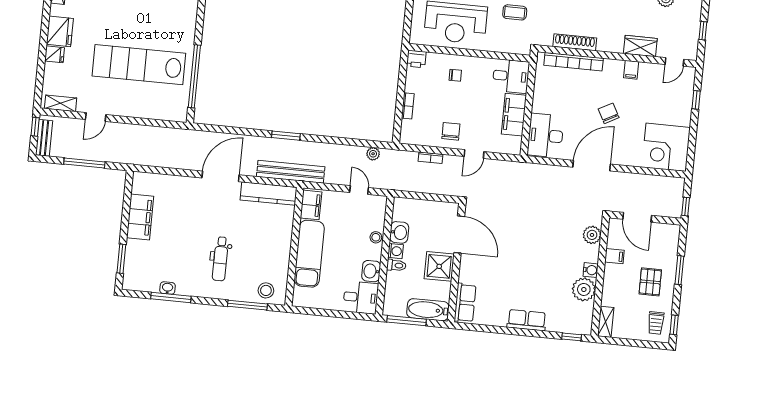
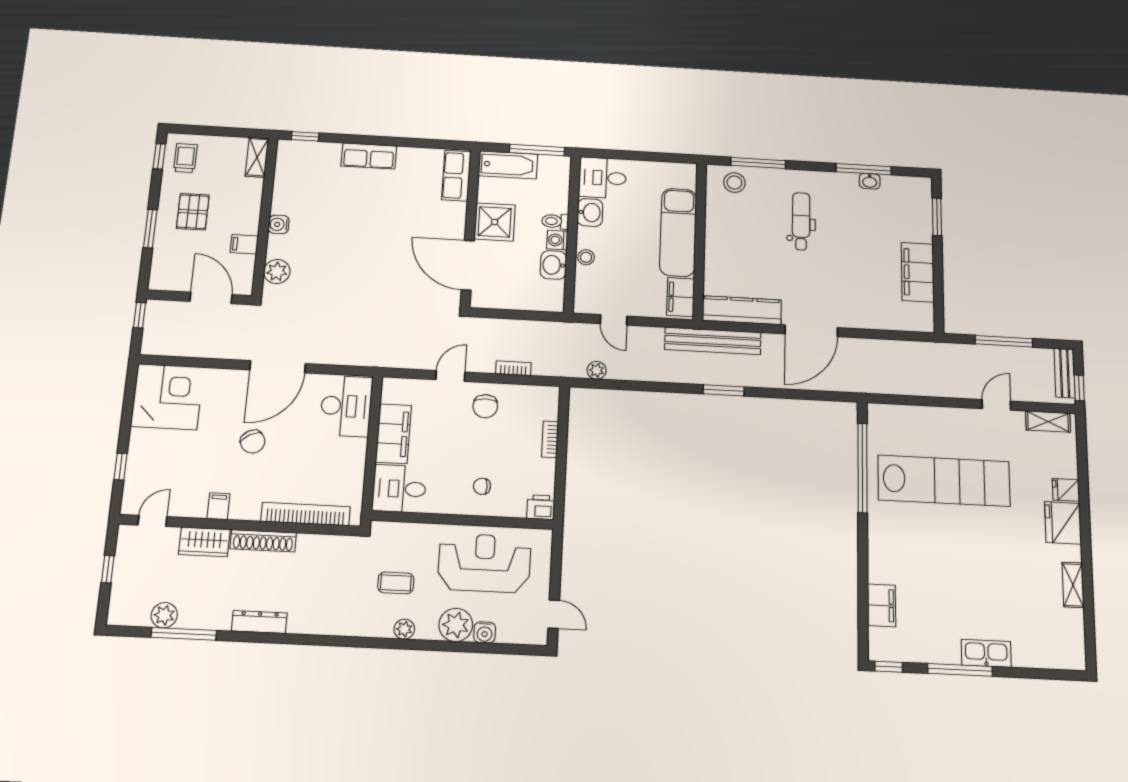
shoe rack: (575, 42) -> (263, 541), moved
plant: (584, 289) -> (288, 198), removed

